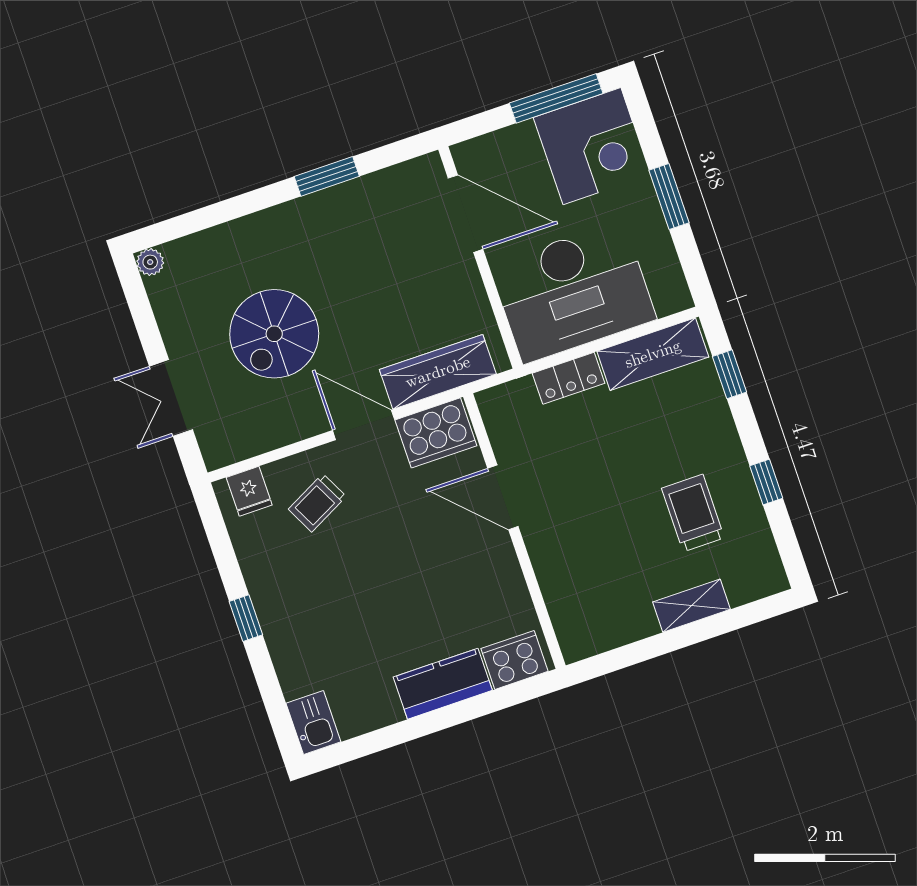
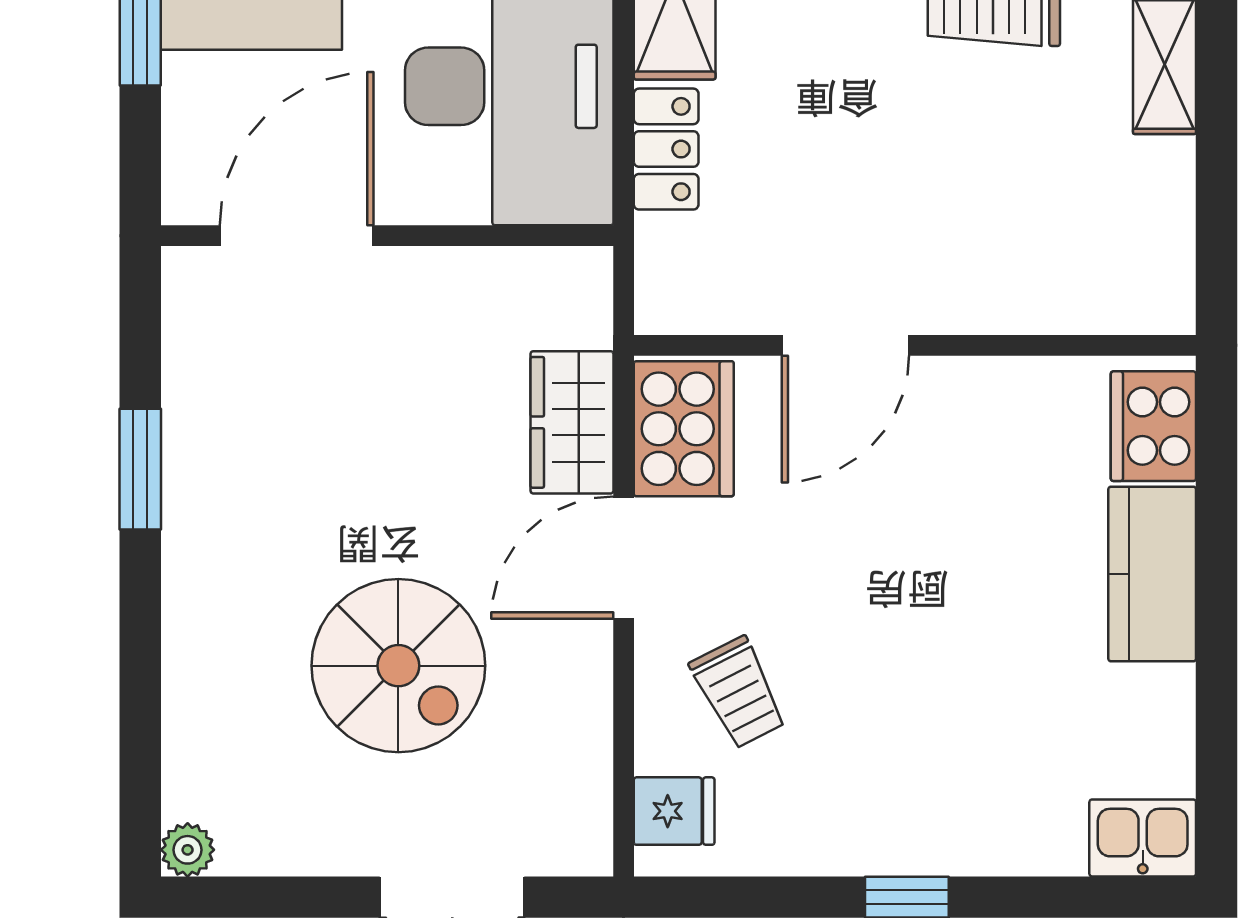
wardrobe: (438, 372) -> (572, 422), width x0.67

